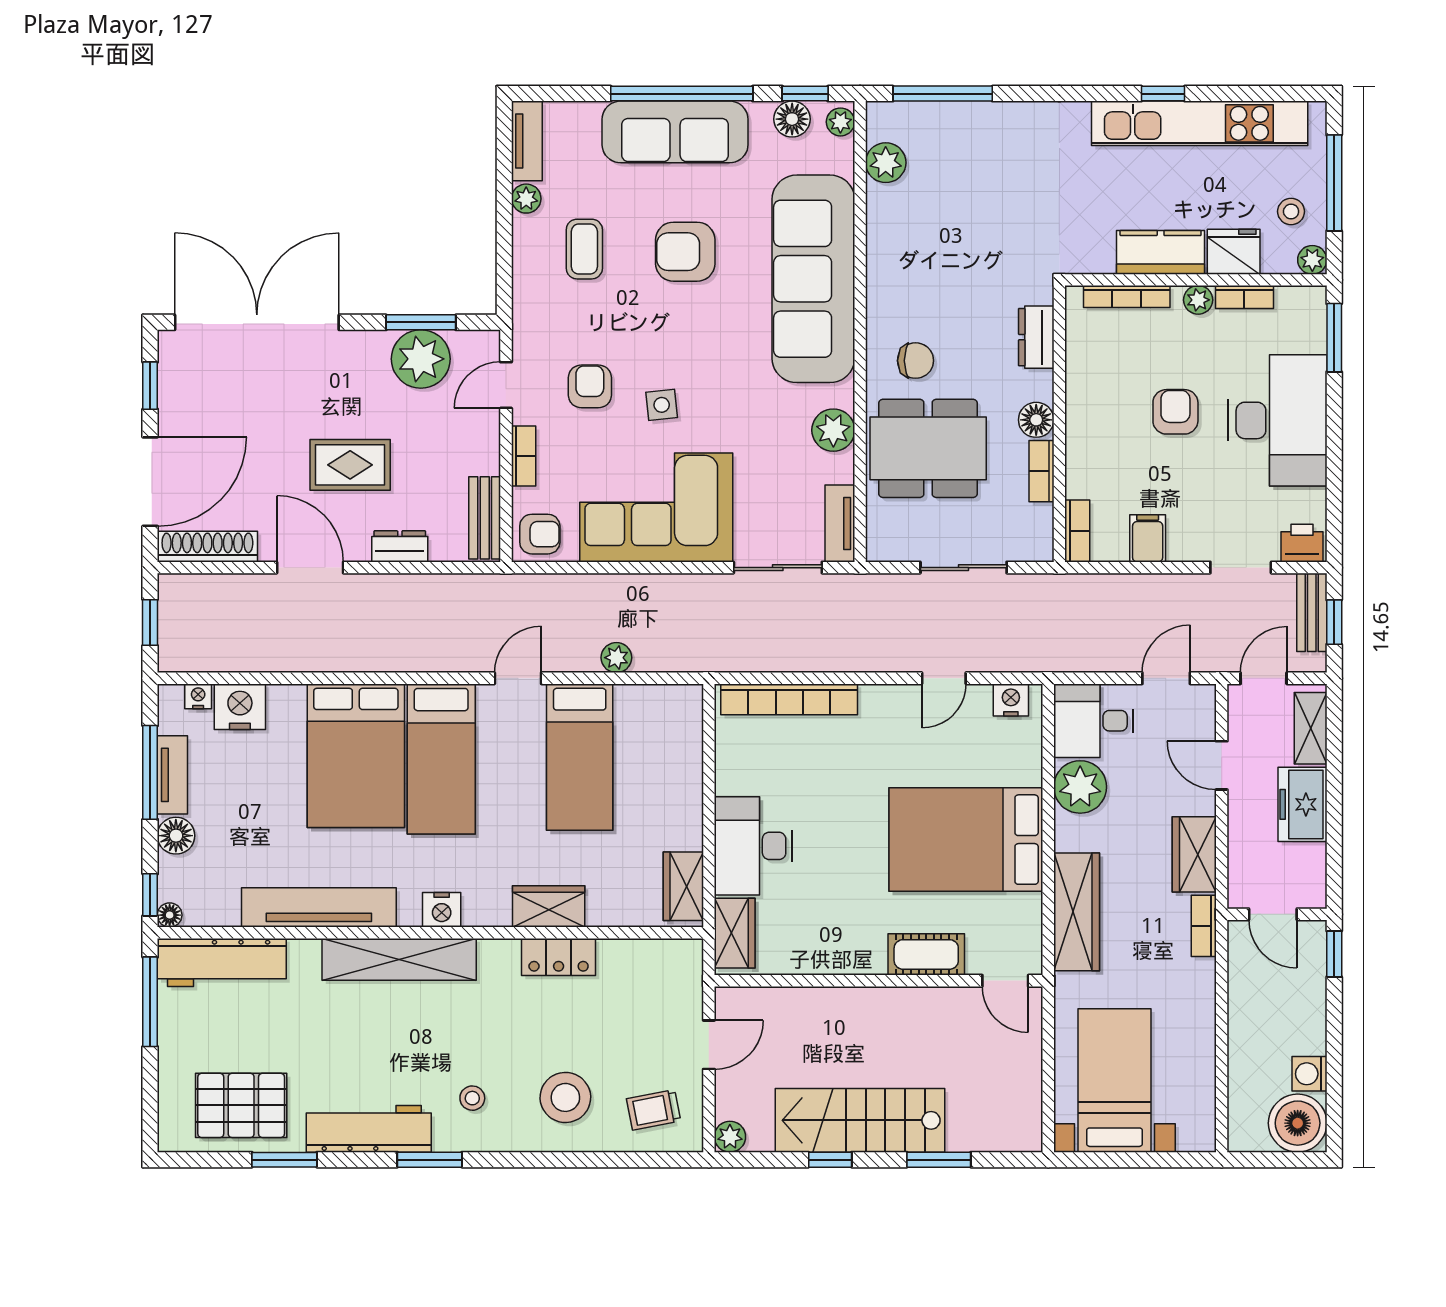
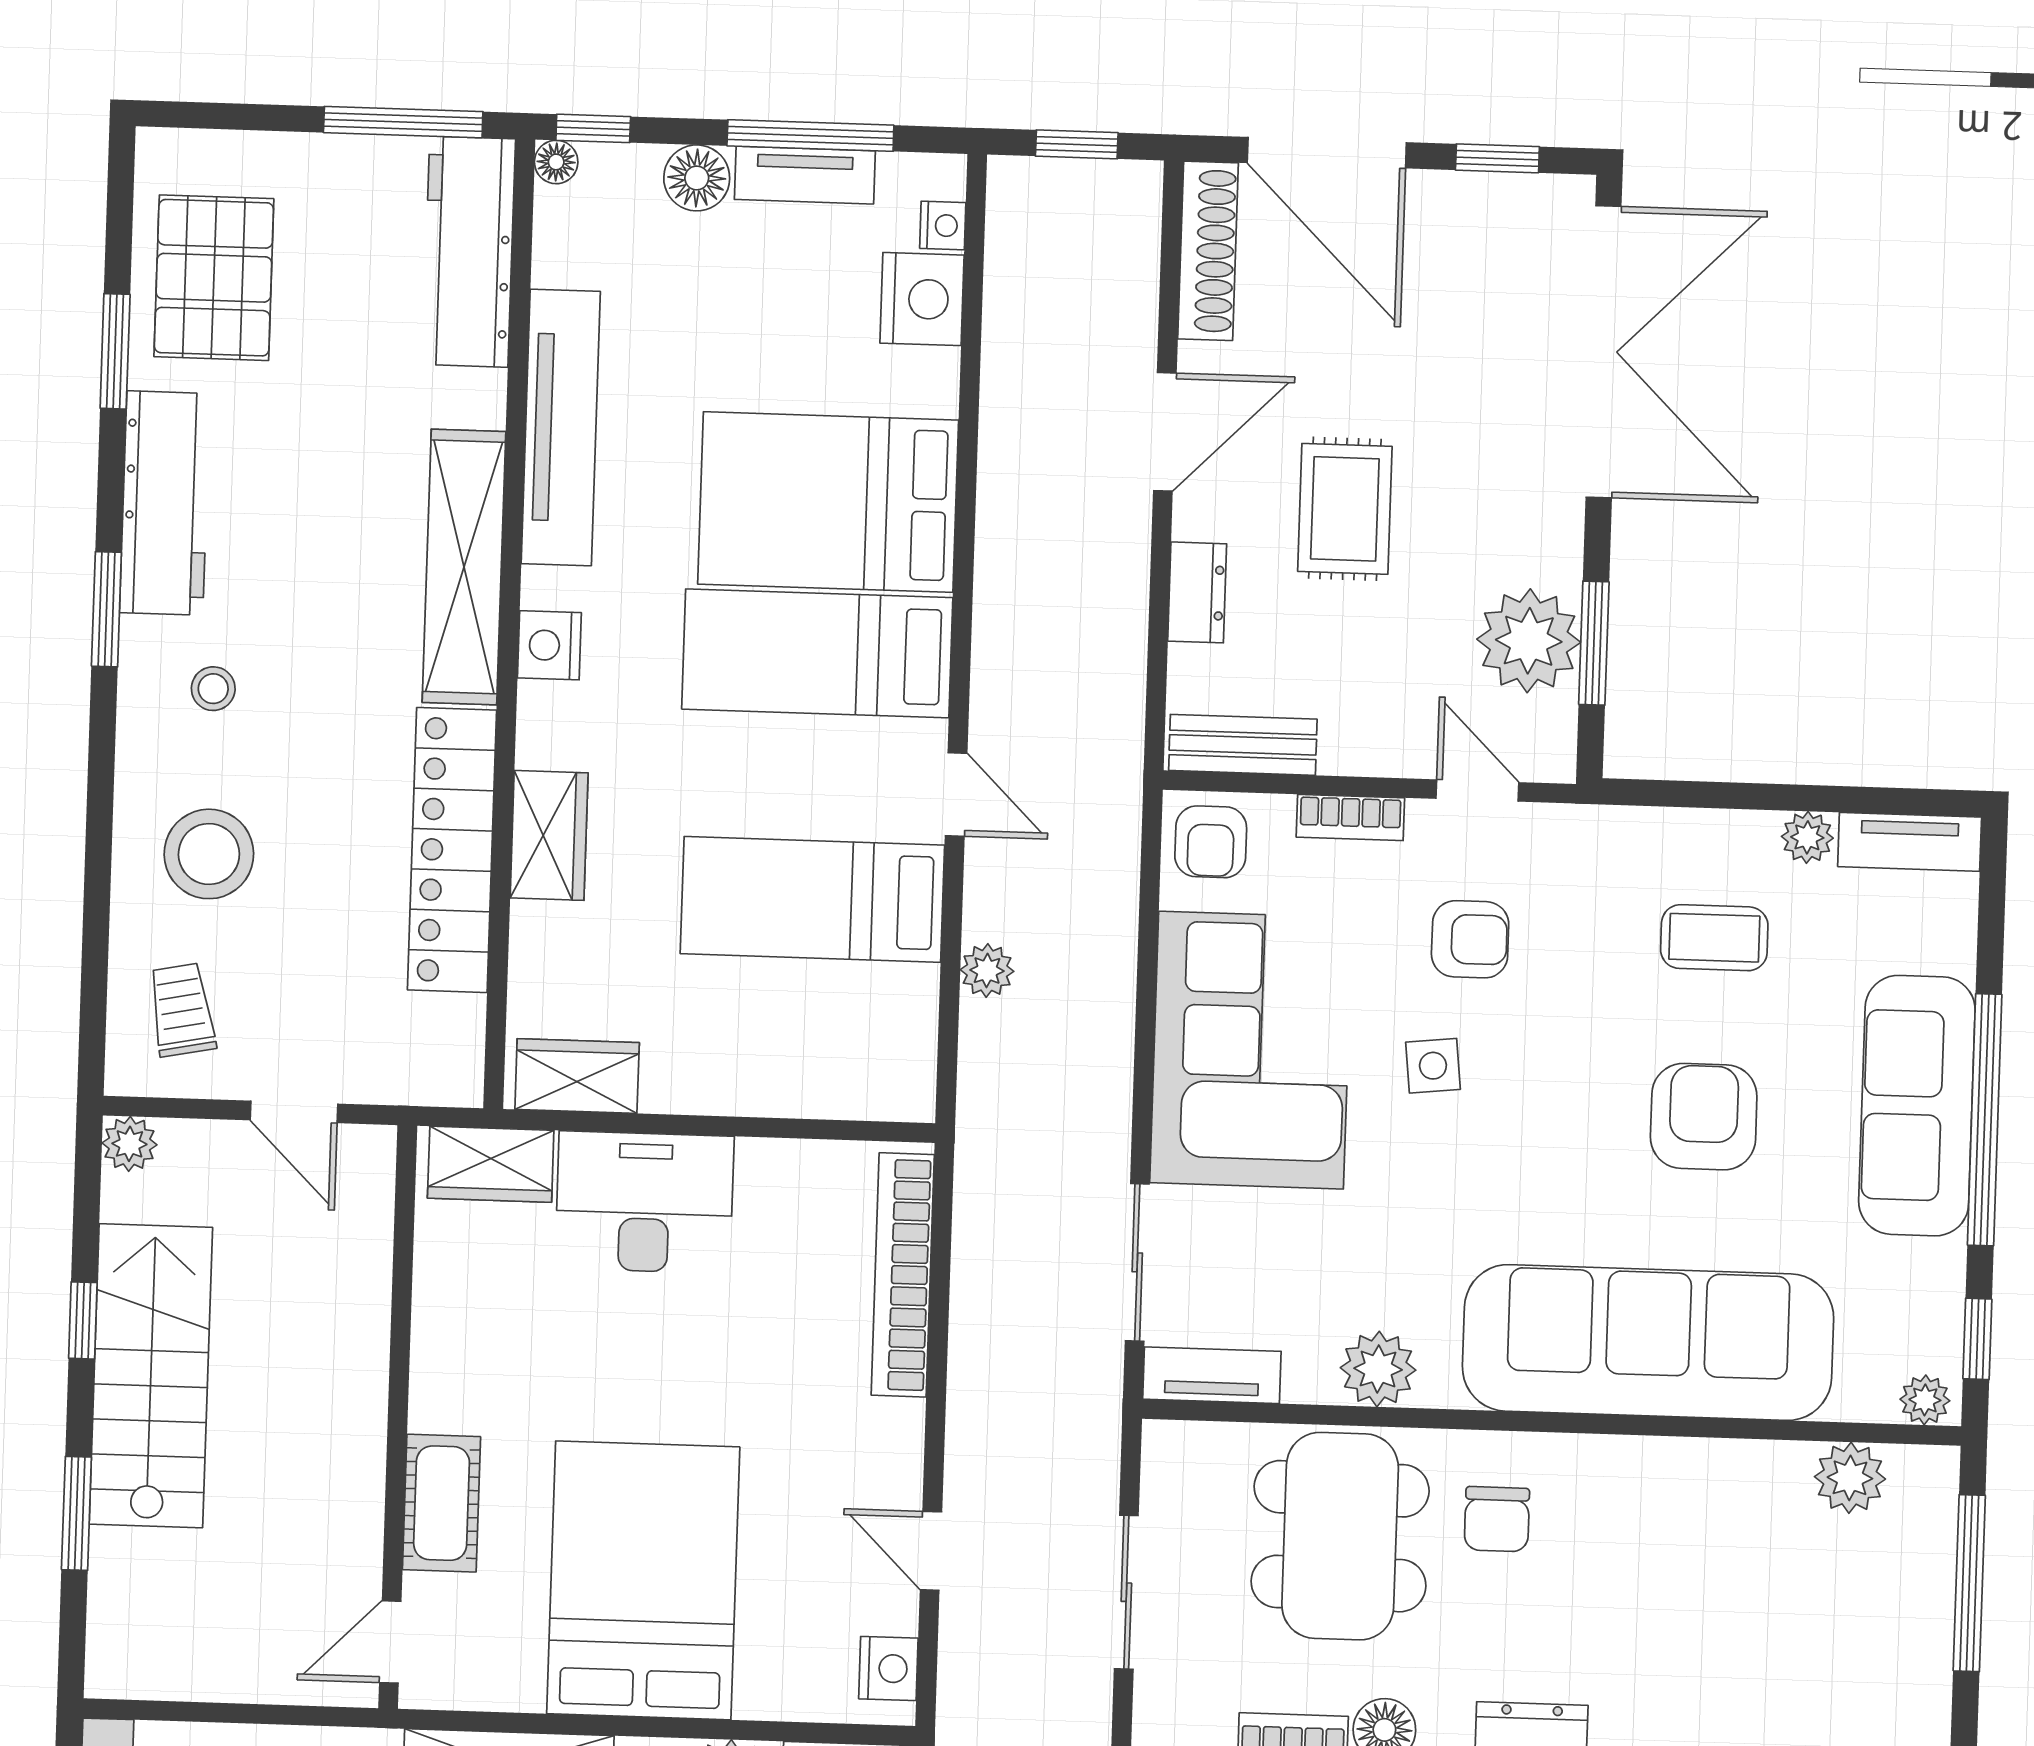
floor lamp: (792, 119) -> (1933, 1314), removed
locker: (559, 957) -> (452, 850), width x2.16, depth x1.21

